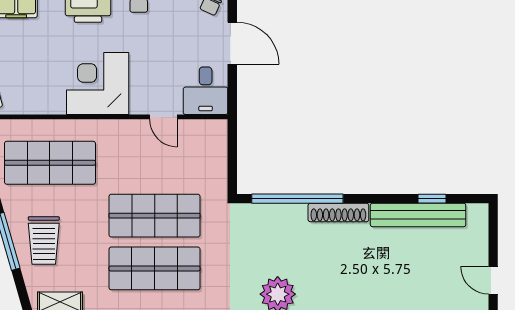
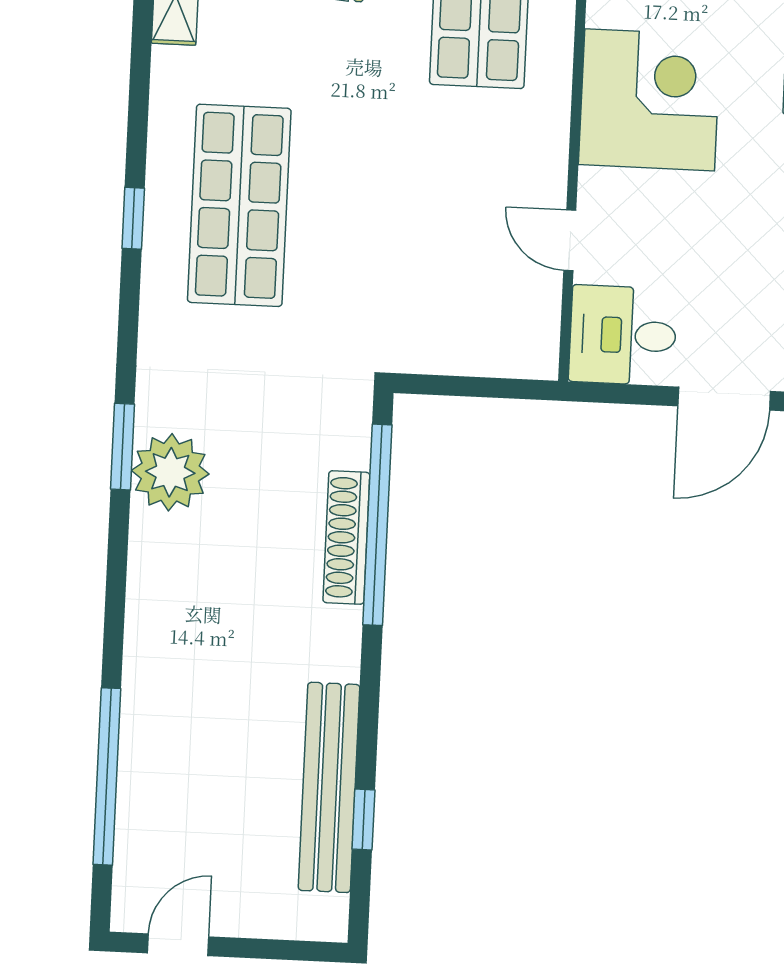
door: (163, 117) -> (570, 240), hinge flipped
shoe rack: (338, 212) -> (346, 537), moved
shop shelf: (155, 216) -> (355, 211), removed

